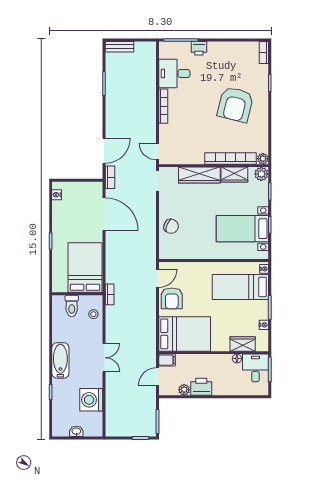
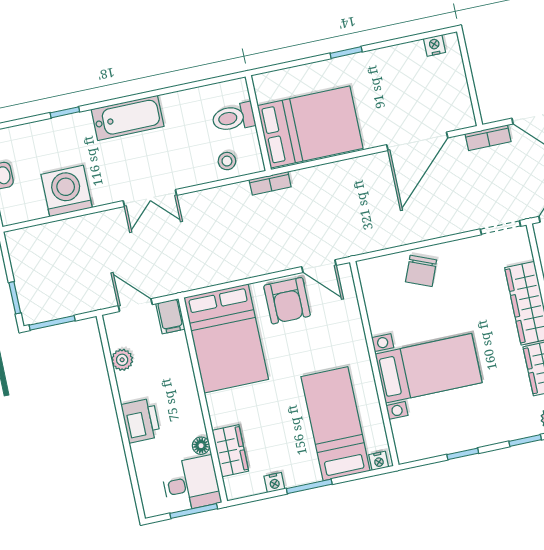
bed with nightstands: (242, 229) -> (429, 368), moved, turned 90
armchair: (172, 298) -> (287, 301), turned -90
printer: (201, 387) -> (141, 421), moved

